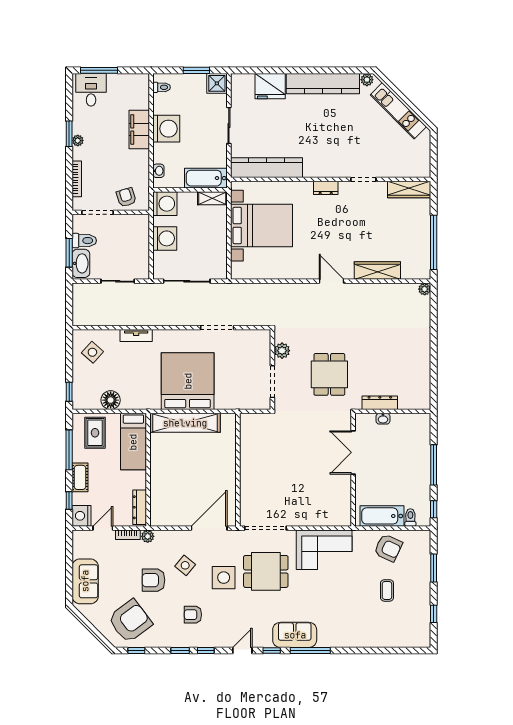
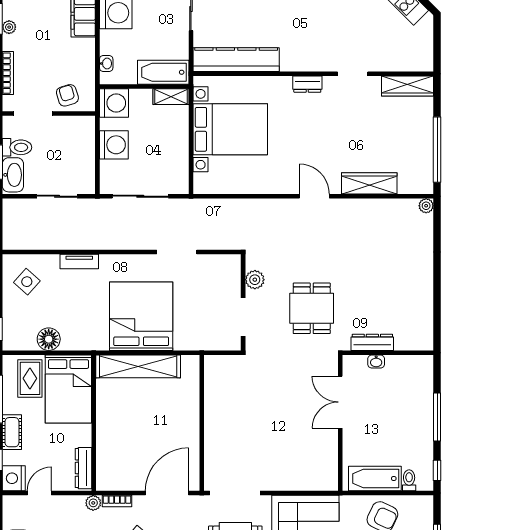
bed: (133, 442) -> (68, 389), width x1.50
bookcase: (128, 535) -> (117, 501), moved

